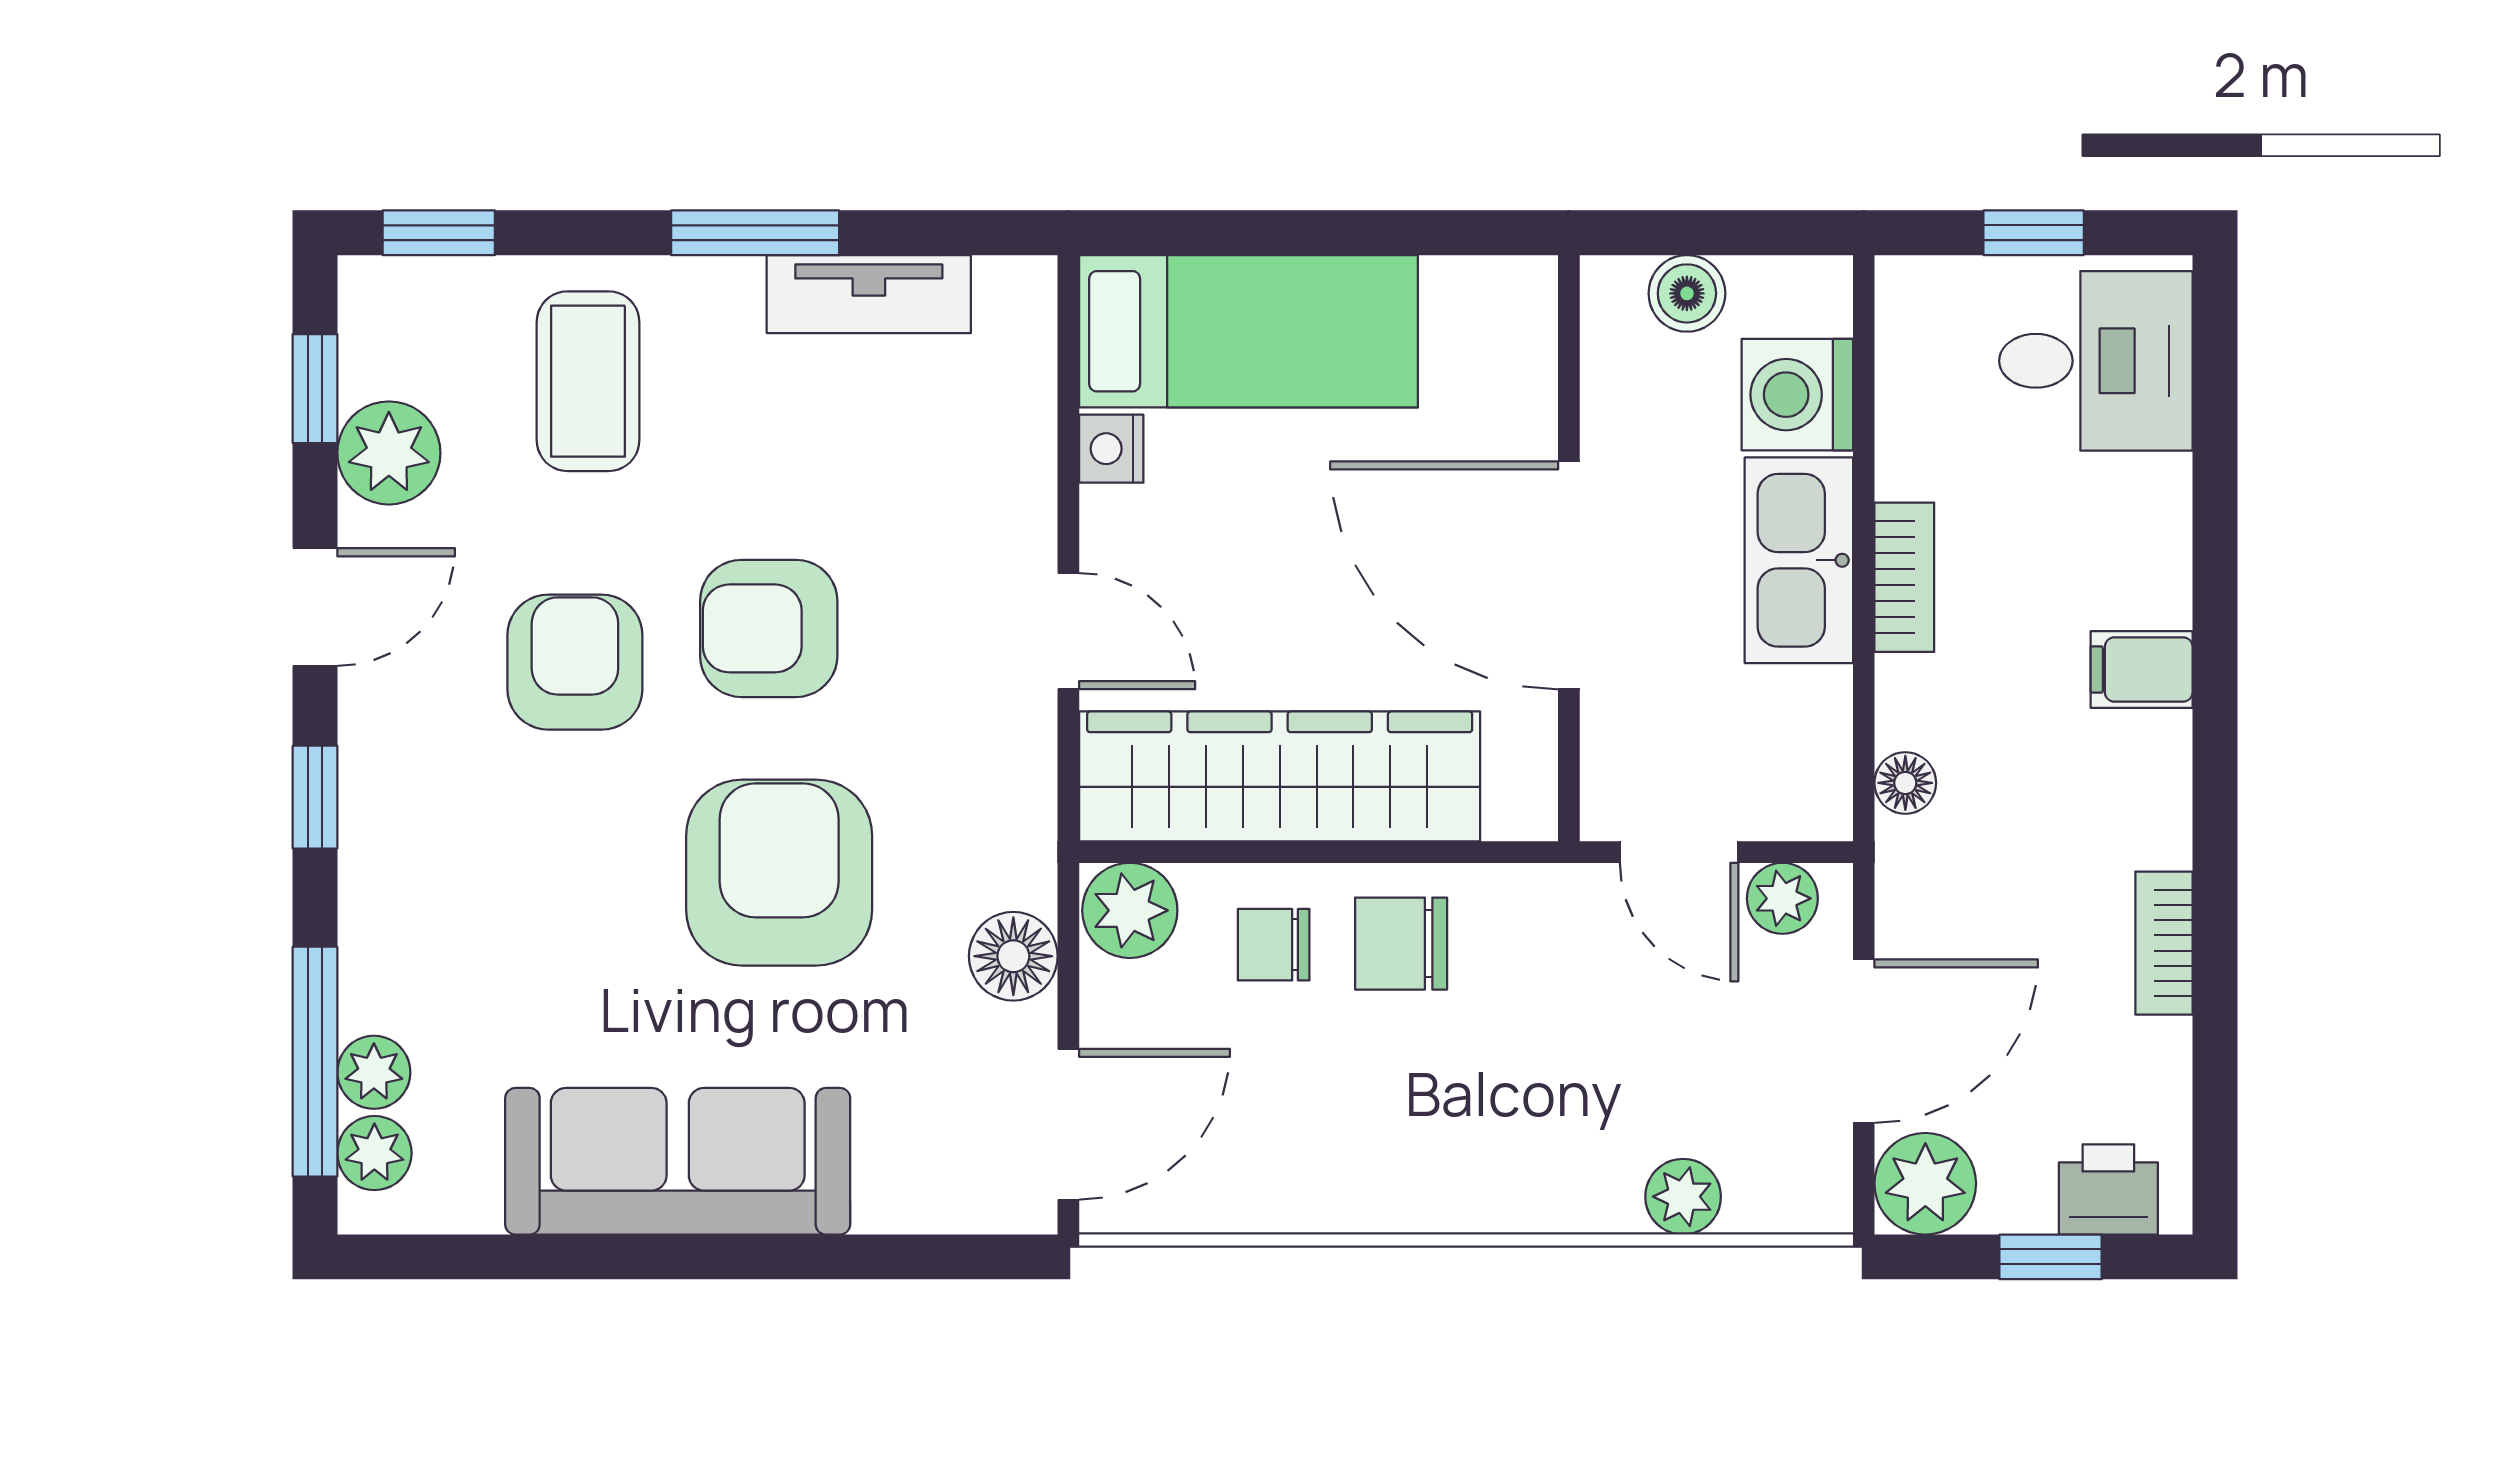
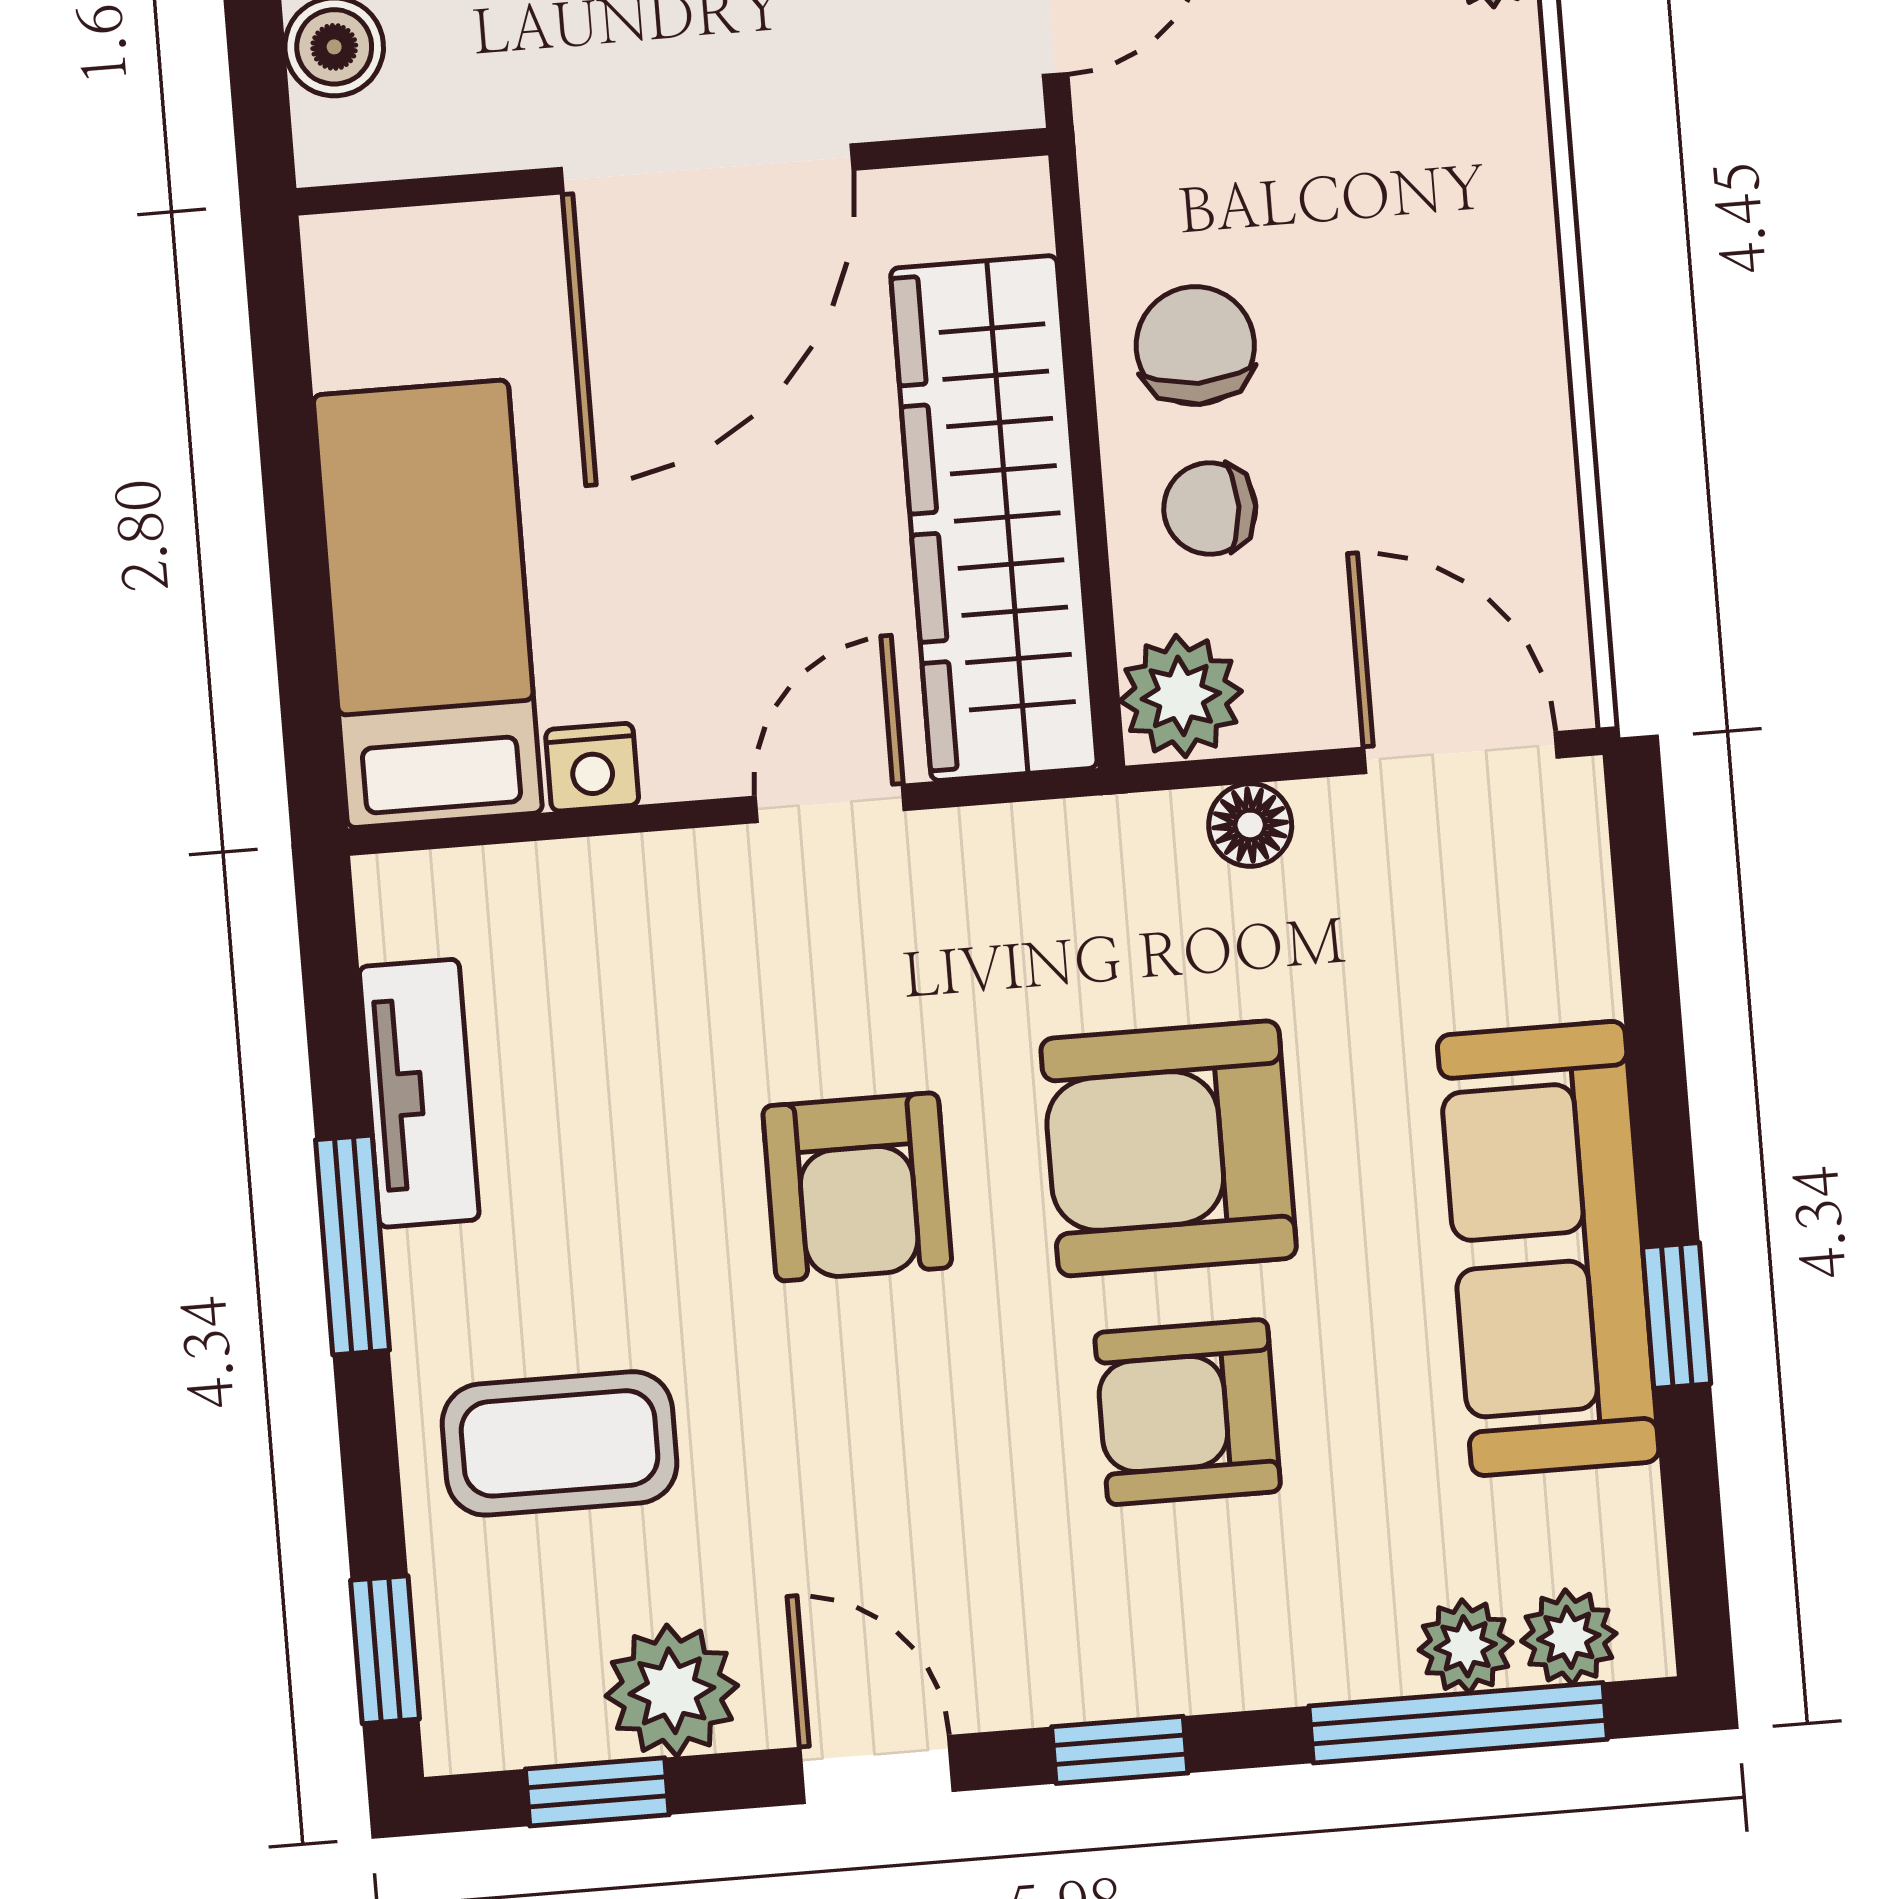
armchair: (575, 662) -> (1188, 1412), moved
chair: (1401, 944) -> (1195, 346), turned 180
chair: (1274, 945) -> (1210, 508), turned 91
floor lamp: (1013, 956) -> (1250, 825), width x0.73, depth x0.73
window: (618, 1257) -> (1677, 1315), added

